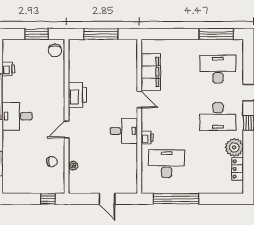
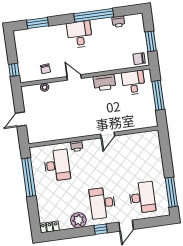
filing cabinet: (151, 72) -> (132, 141), removed
desk: (124, 131) -> (133, 83), moved, turned 180
locker: (238, 169) -> (50, 227), moved

